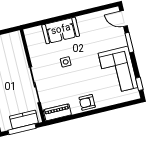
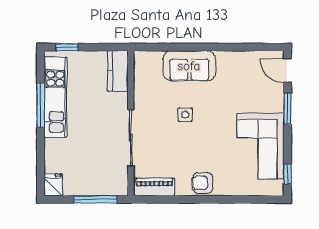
kitchen counter: (24, 120) -> (118, 71), moved, turned -90

